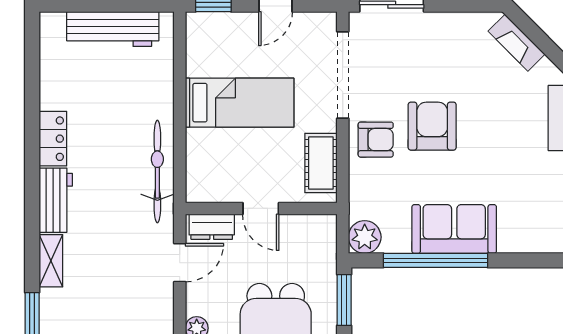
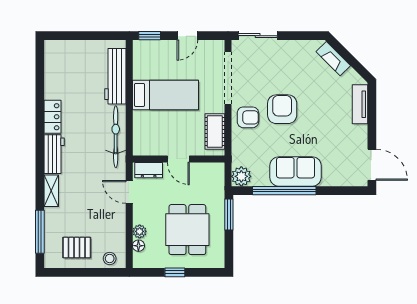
workbench: (113, 29) -> (115, 76), moved, turned 90
door: (180, 263) -> (129, 192), swing flipped

